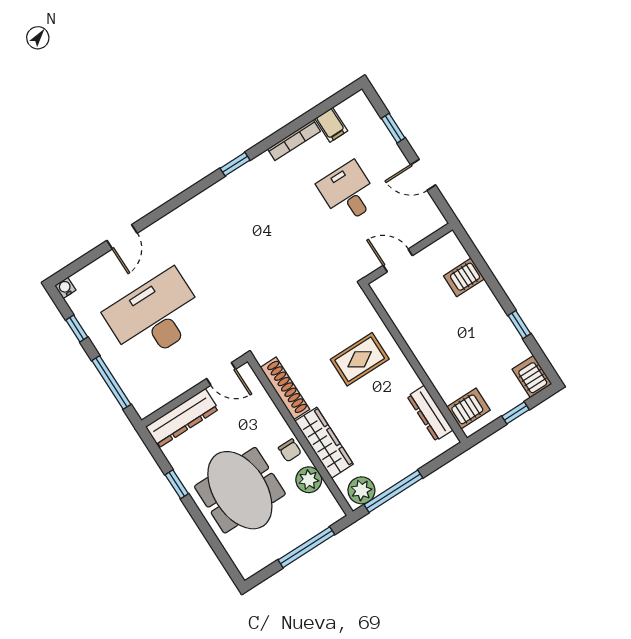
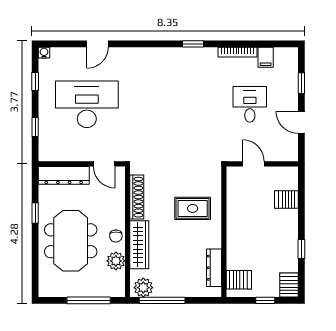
window: (111, 382) -> (35, 127), width x0.46

